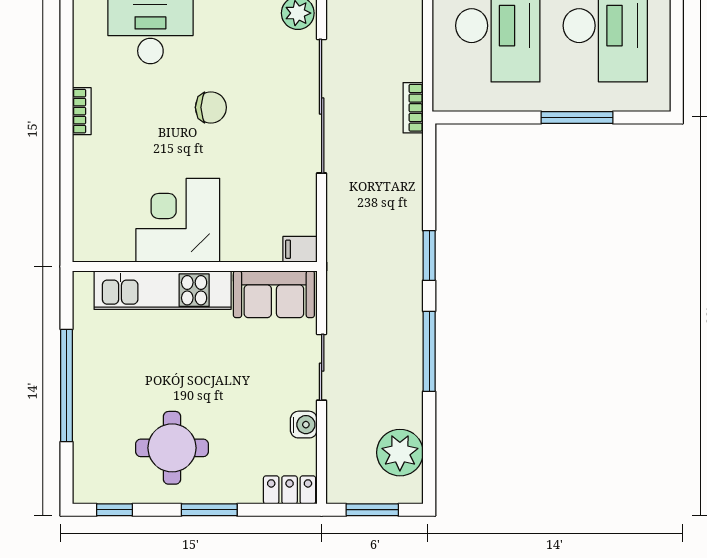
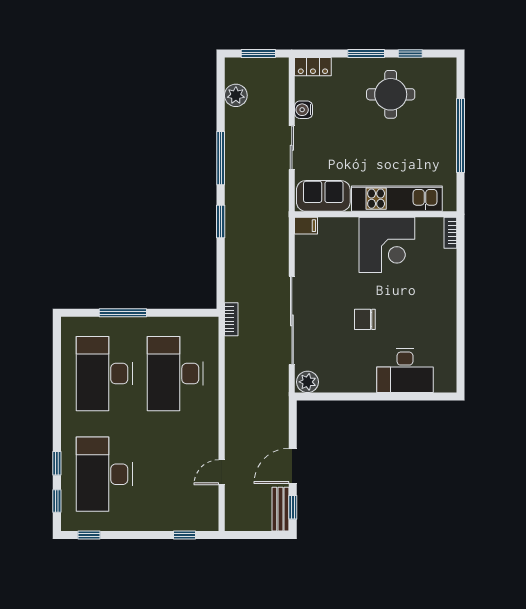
bookcase: (82, 111) -> (450, 233), moved
plant: (400, 453) -> (236, 95), width x0.73, depth x0.73
window: (115, 510) -> (410, 53), moved

